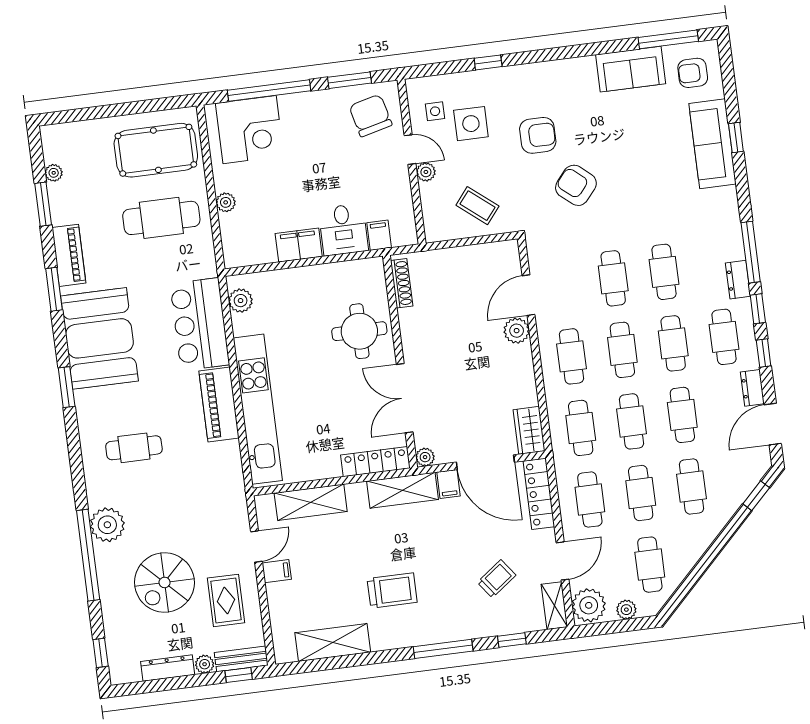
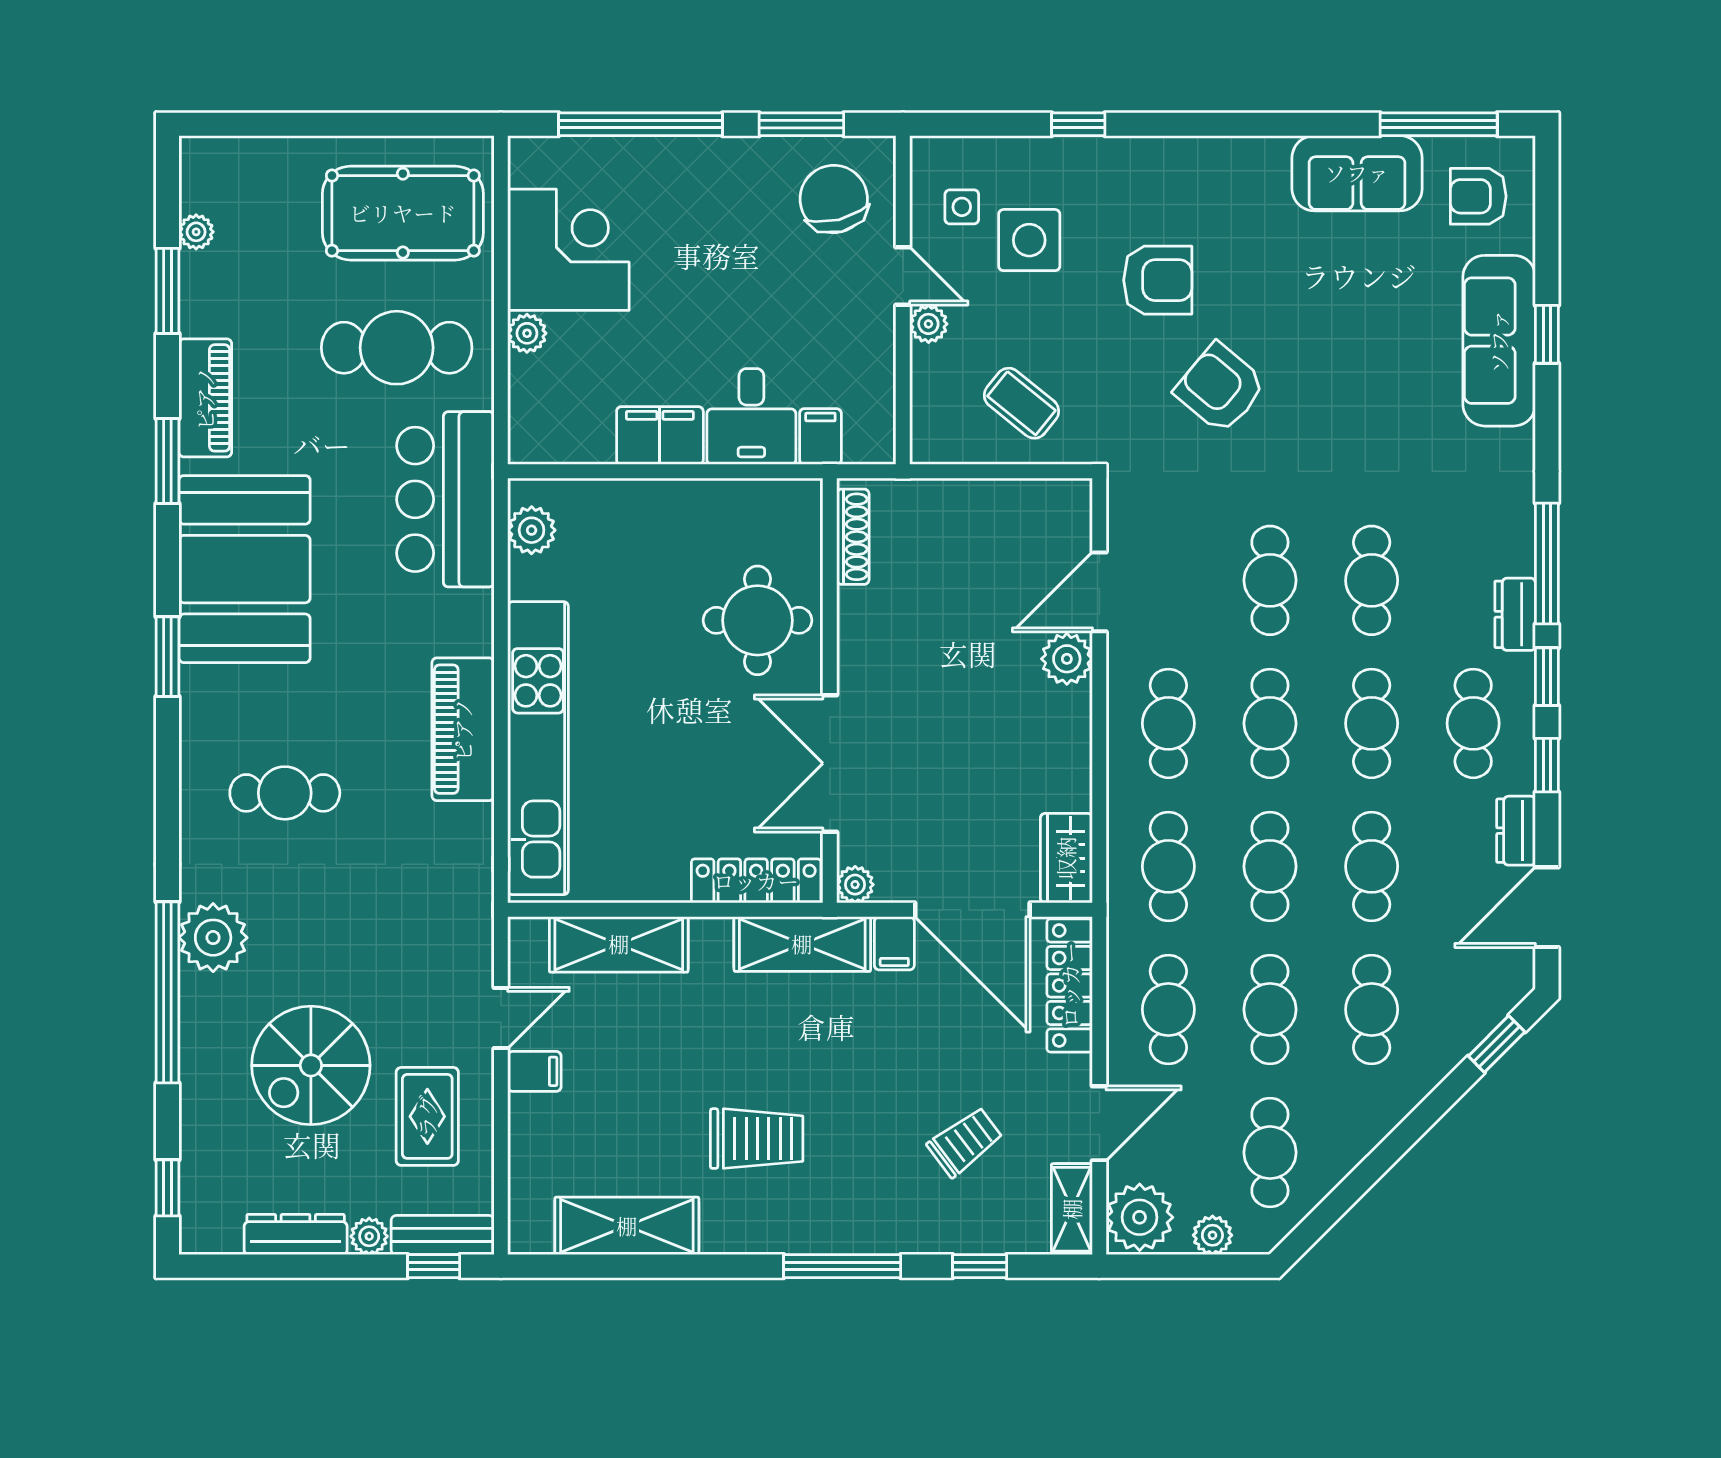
corner desk: (250, 130) -> (568, 250), moved, turned -90
bar counter: (200, 324) -> (445, 499), moved

